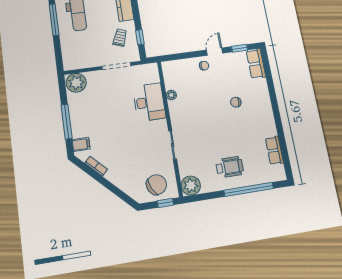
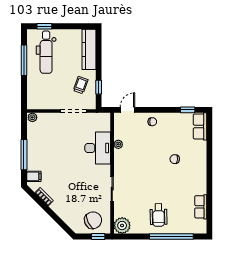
door: (215, 52) -> (127, 110), moved
plant: (76, 83) -> (32, 117), width x0.53, depth x0.53
wheelchair: (230, 167) -> (159, 215), turned 89

